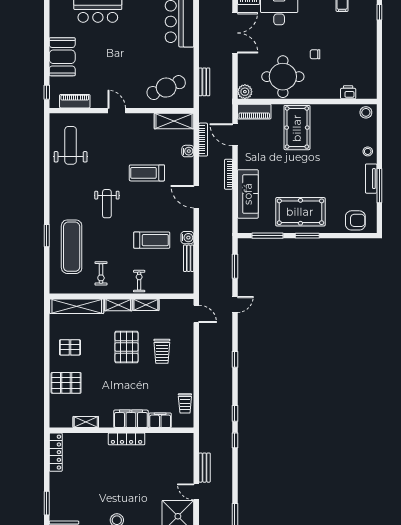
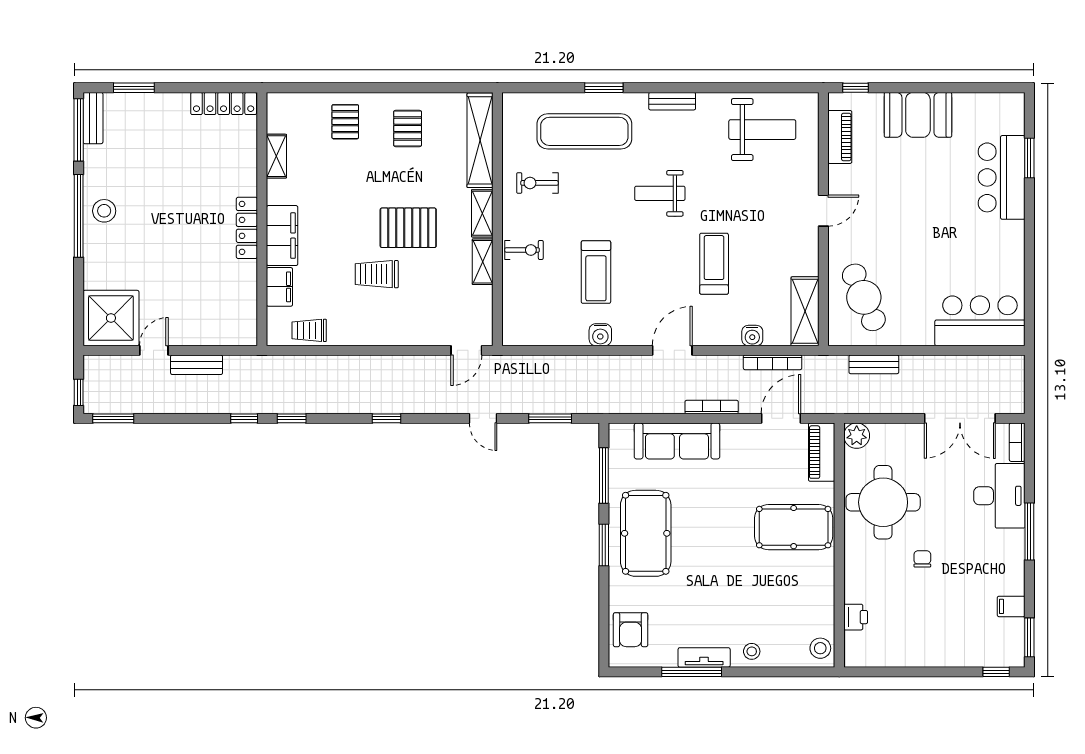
bench: (189, 258) -> (672, 101), moved
trolley: (162, 351) -> (377, 274), moved
pallet: (66, 383) -> (345, 122), width x0.67, depth x0.71

